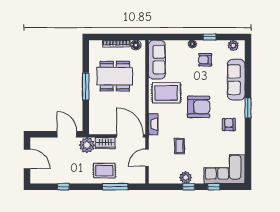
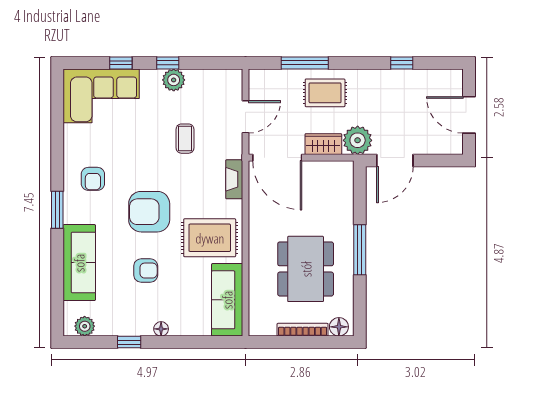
floor lamp: (136, 45) -> (339, 327), moved
armchair: (205, 60) -> (146, 271), moved
dining table: (115, 76) -> (306, 269), turned 90
door: (67, 134) -> (395, 161), hinge flipped

